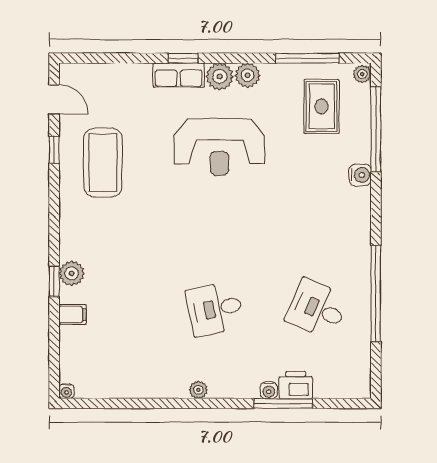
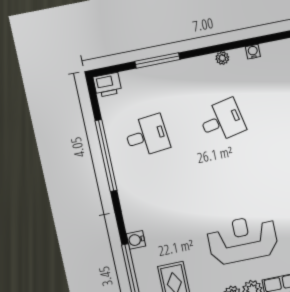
desk: (317, 309) -> (147, 136), turned -30
printer: (296, 385) -> (107, 85), moved
water cooler: (269, 390) -> (253, 52), moved

